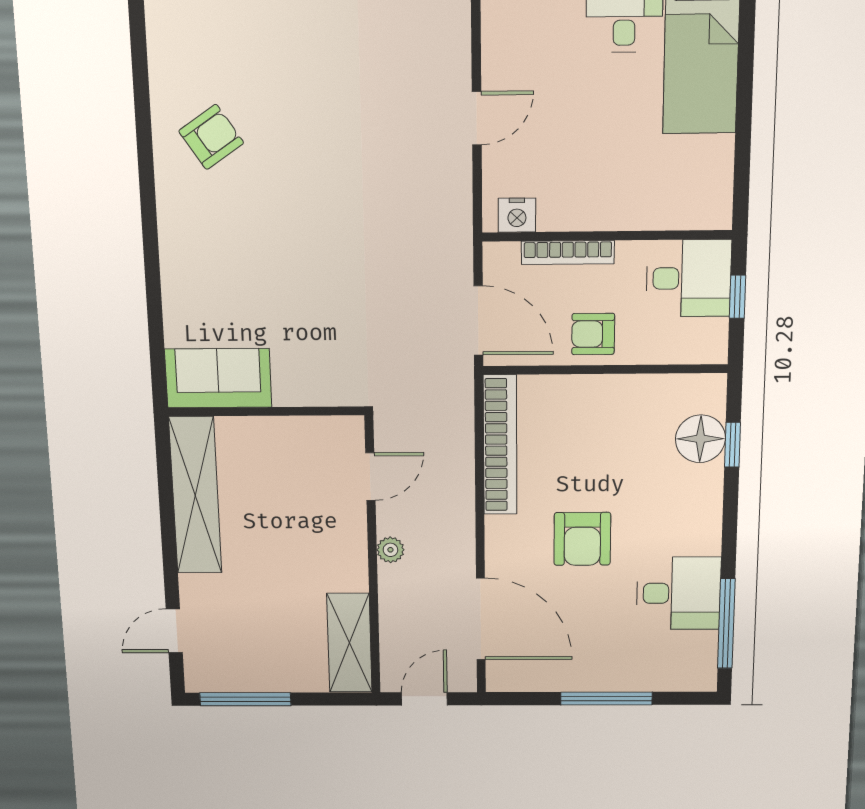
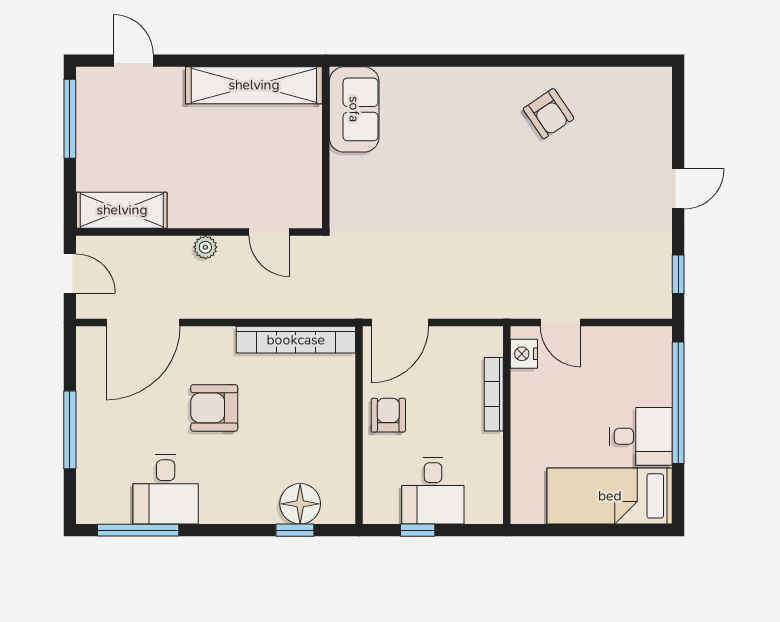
nightstand: (517, 215) -> (524, 354), moved
wall: (607, 236) -> (507, 425), moved
bookcase: (568, 253) -> (494, 394), moved

